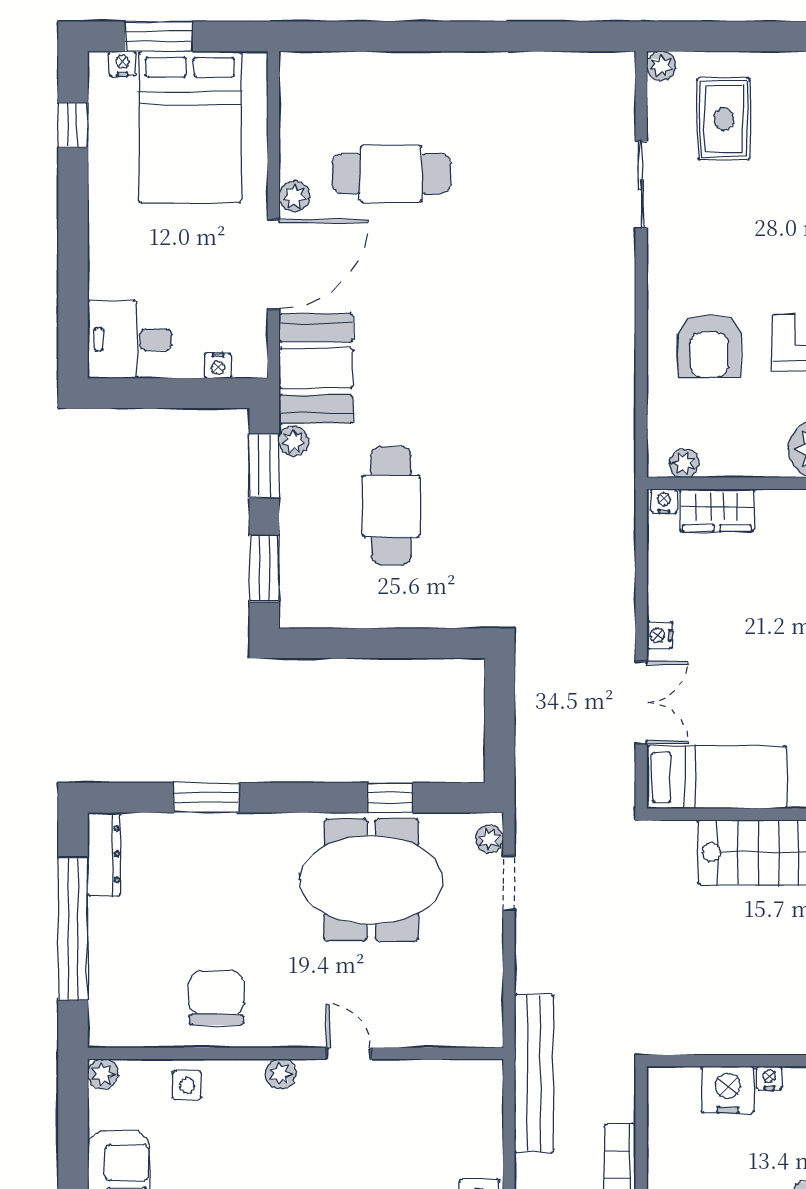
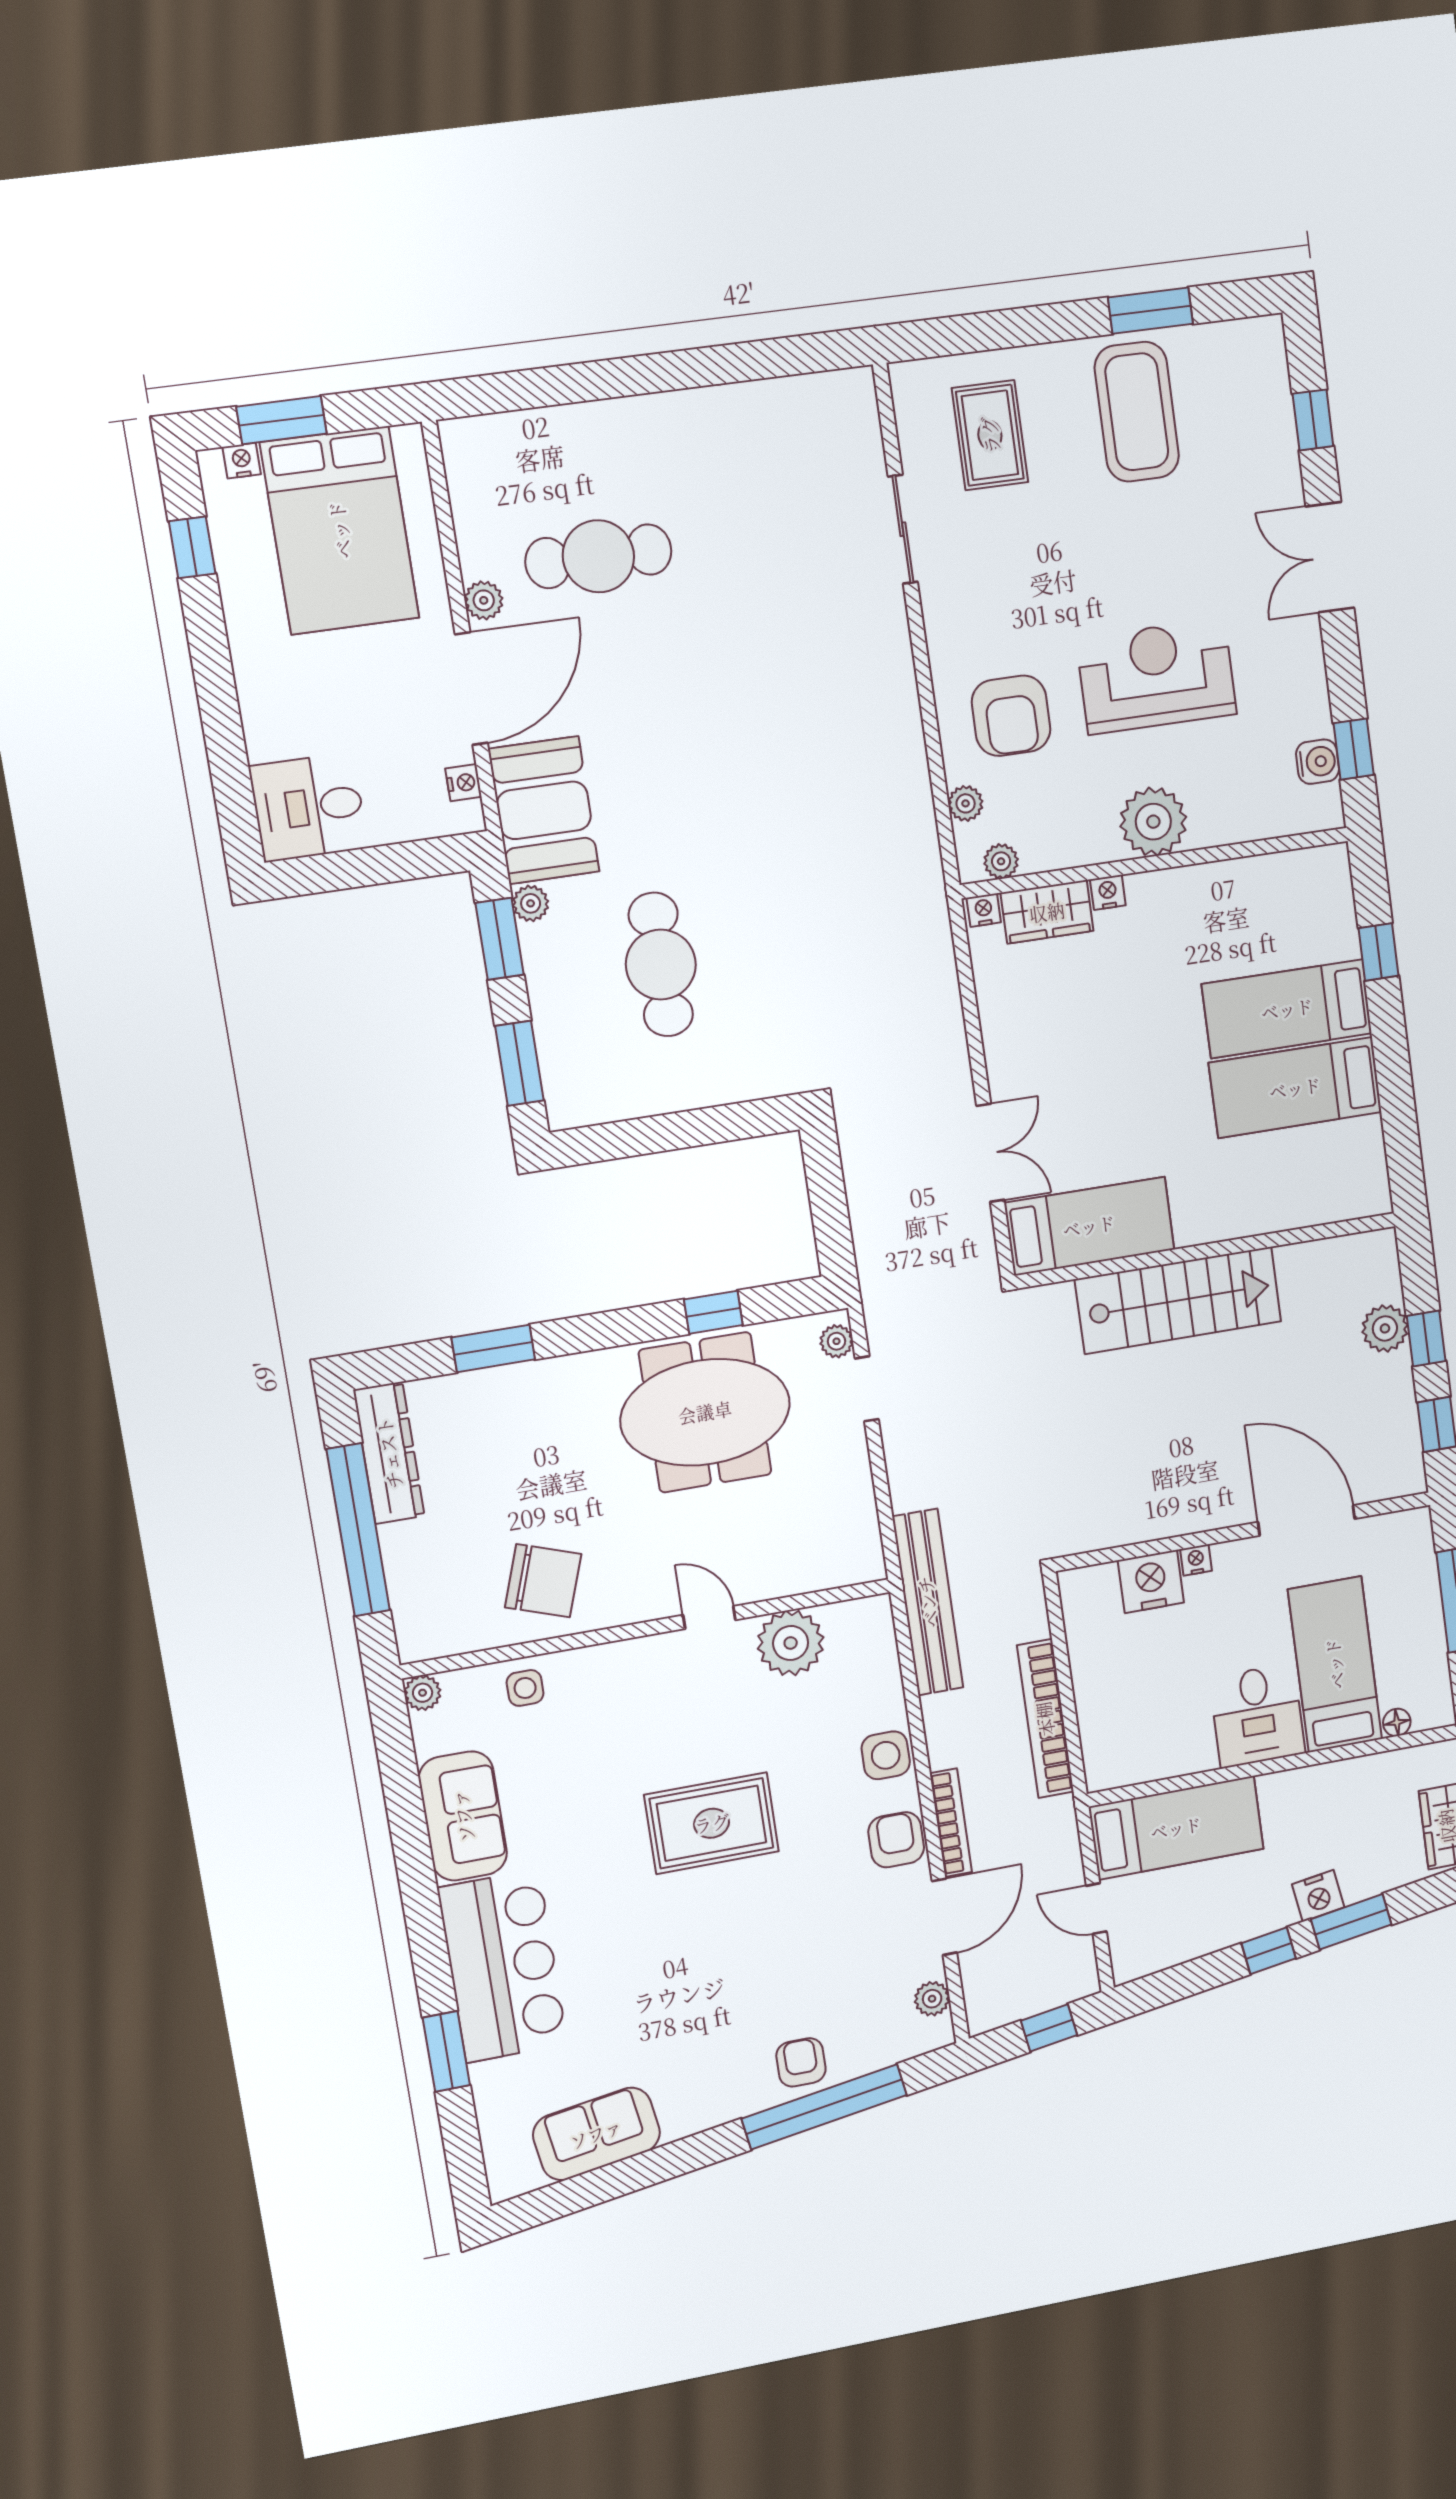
plant: (661, 66) -> (966, 803), moved
nightstand: (218, 366) -> (463, 783), moved, turned -90
nightstand: (660, 635) -> (1108, 892), moved, turned 90
dresser: (104, 854) -> (389, 1453), width x1.37, depth x1.24
chair: (216, 998) -> (543, 1581), turned 109
plant: (281, 1074) -> (791, 1643), moved, width x1.87, depth x1.87

